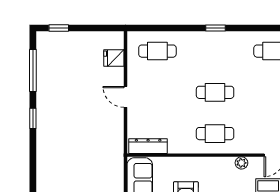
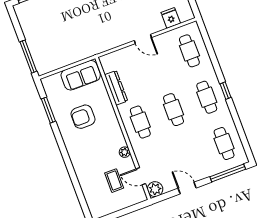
cafe table: (215, 51) -> (207, 97), added
door: (126, 97) -> (143, 39), swing flipped
dresser: (148, 146) -> (116, 88), moved

